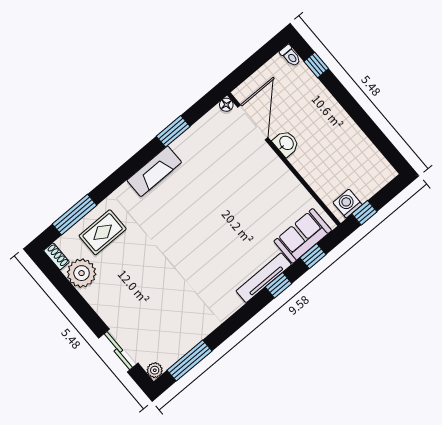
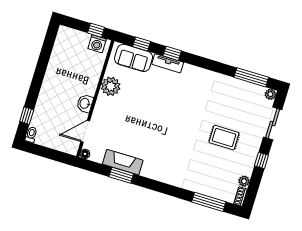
door: (253, 122) -> (85, 131), width x0.73
fireplace: (154, 171) -> (123, 162), moved
plant: (287, 187) -> (111, 86), added
rug: (103, 232) -> (224, 138), moved
plant: (82, 273) -> (244, 181), width x0.53, depth x0.53
tv unit: (264, 278) -> (168, 63), width x0.71
window: (83, 309) -> (261, 160), added

